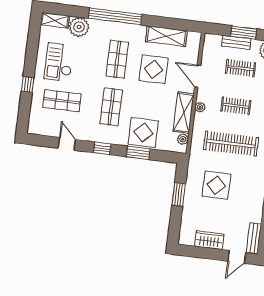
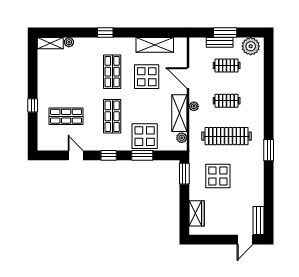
window: (115, 16) -> (105, 33), width x0.32
plant: (79, 27) -> (69, 42), width x0.53, depth x0.53
checkout: (59, 62) -> (59, 81), removed
window: (179, 194) -> (184, 174), moved
wardrobe: (209, 240) -> (197, 213), moved, turned 90

